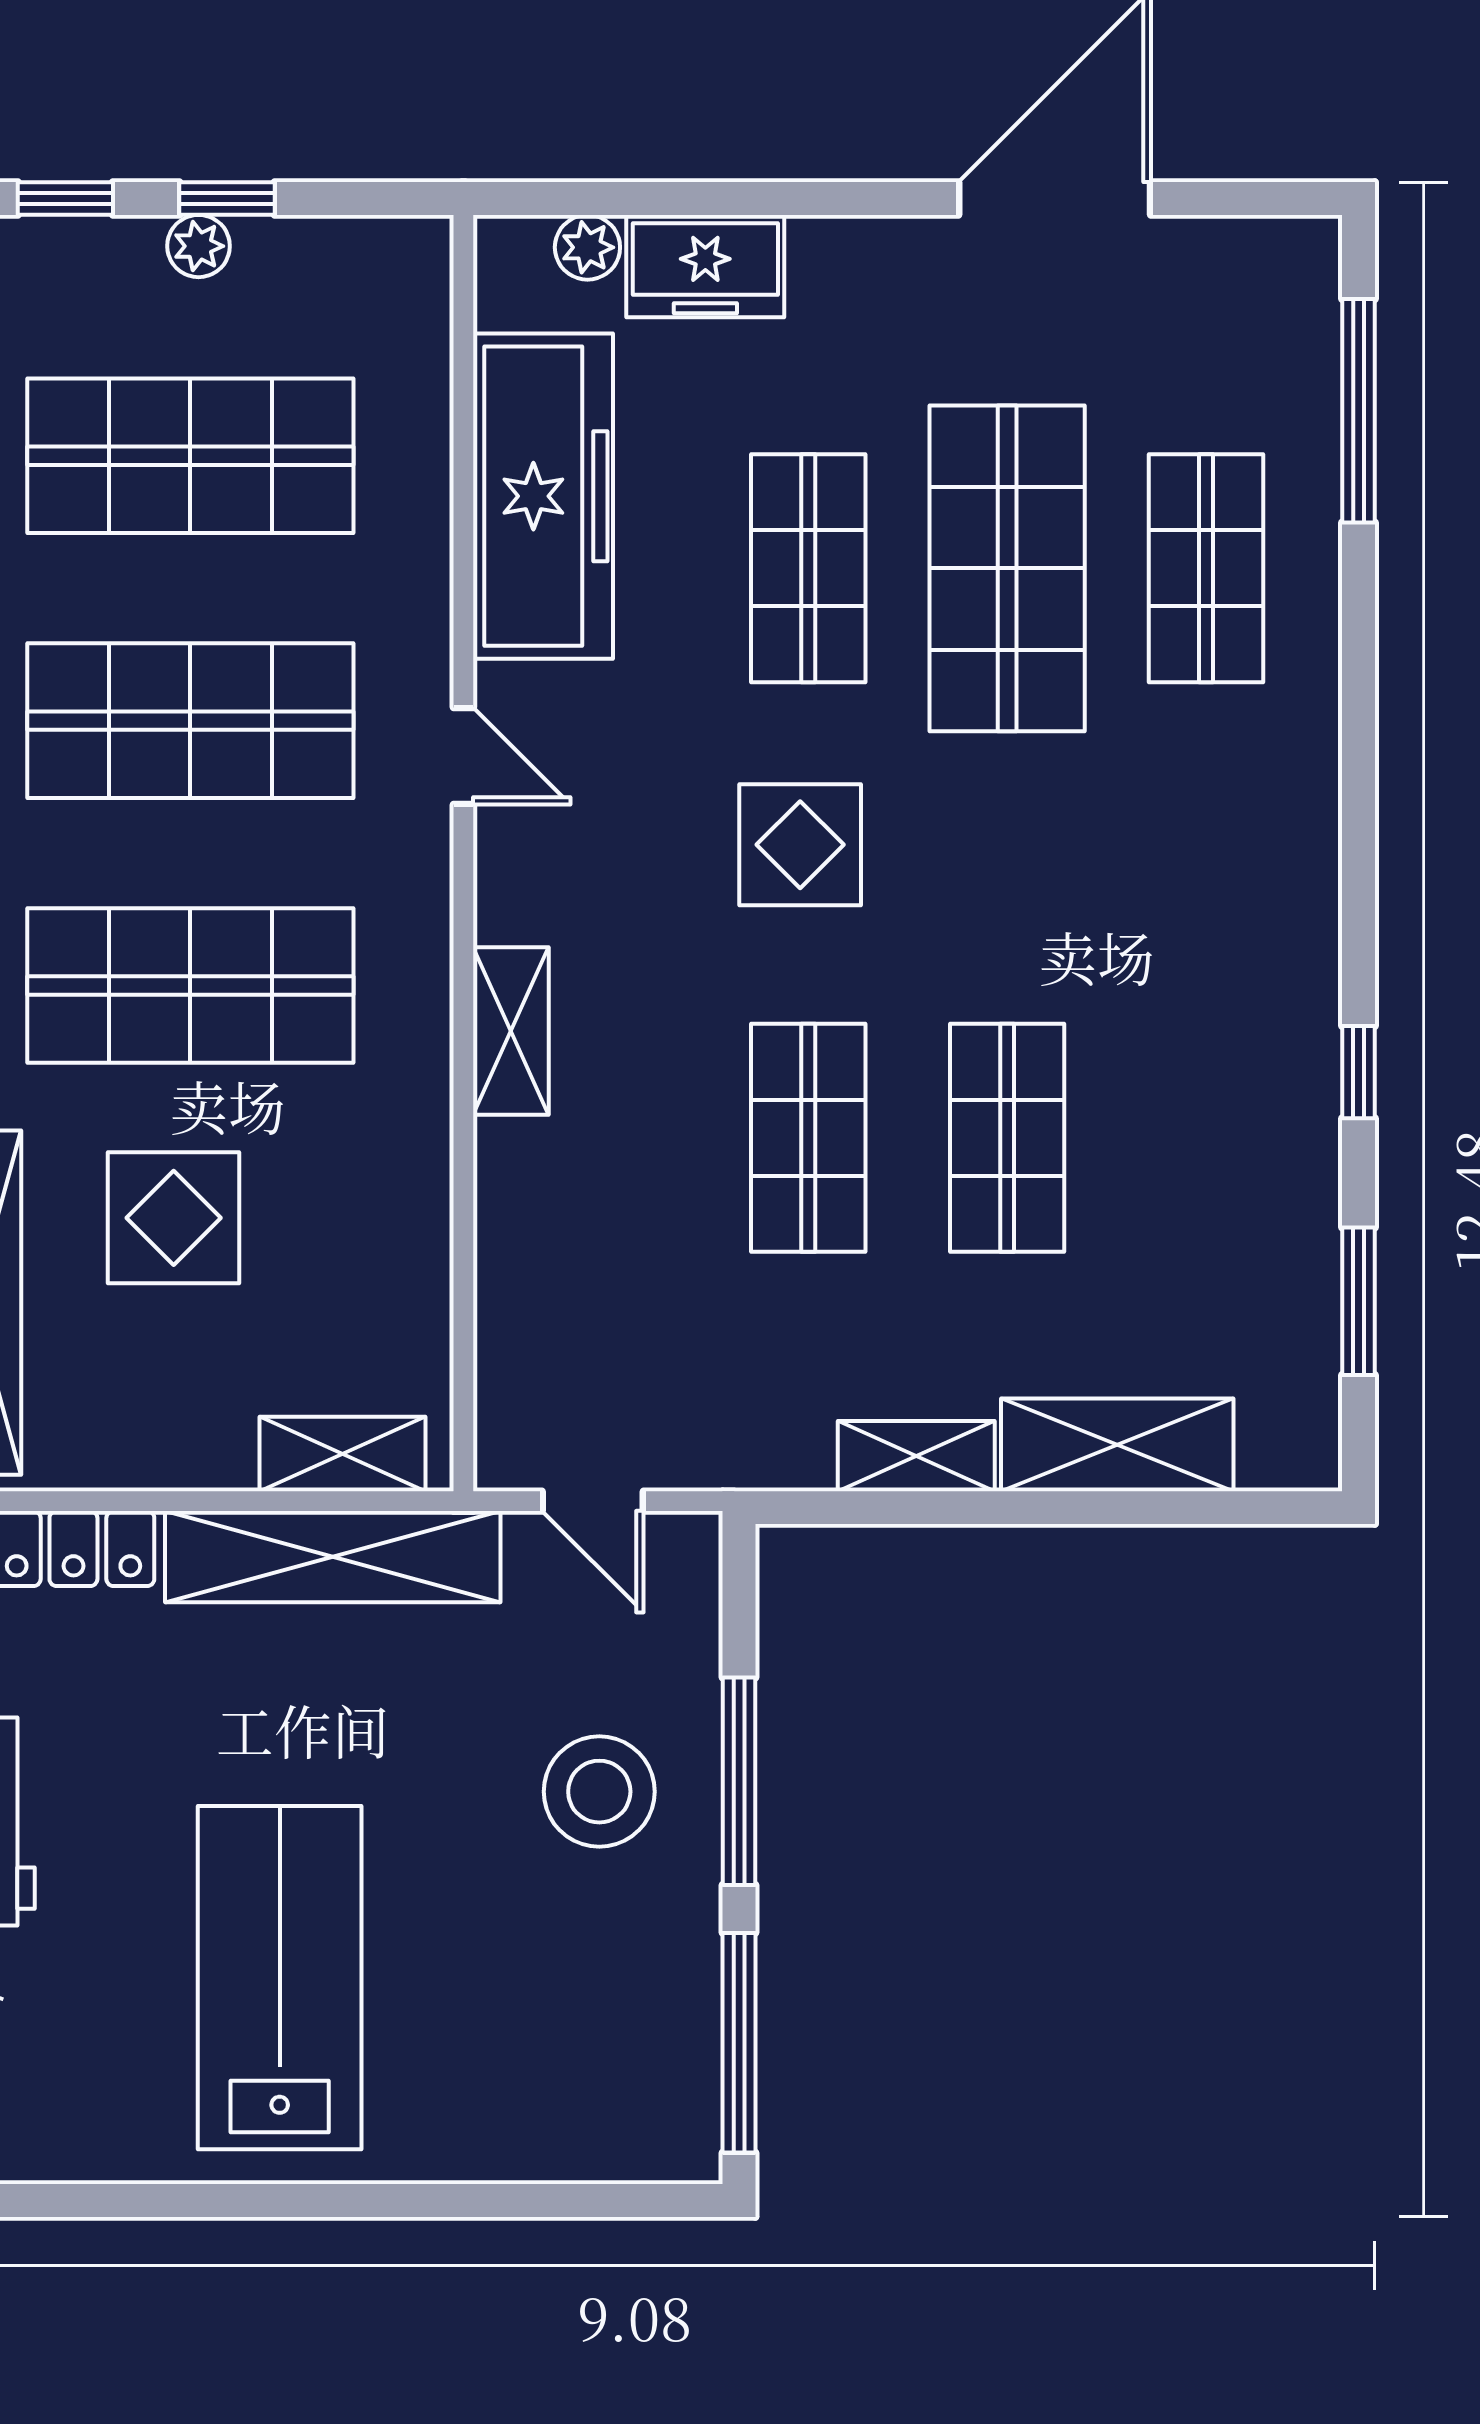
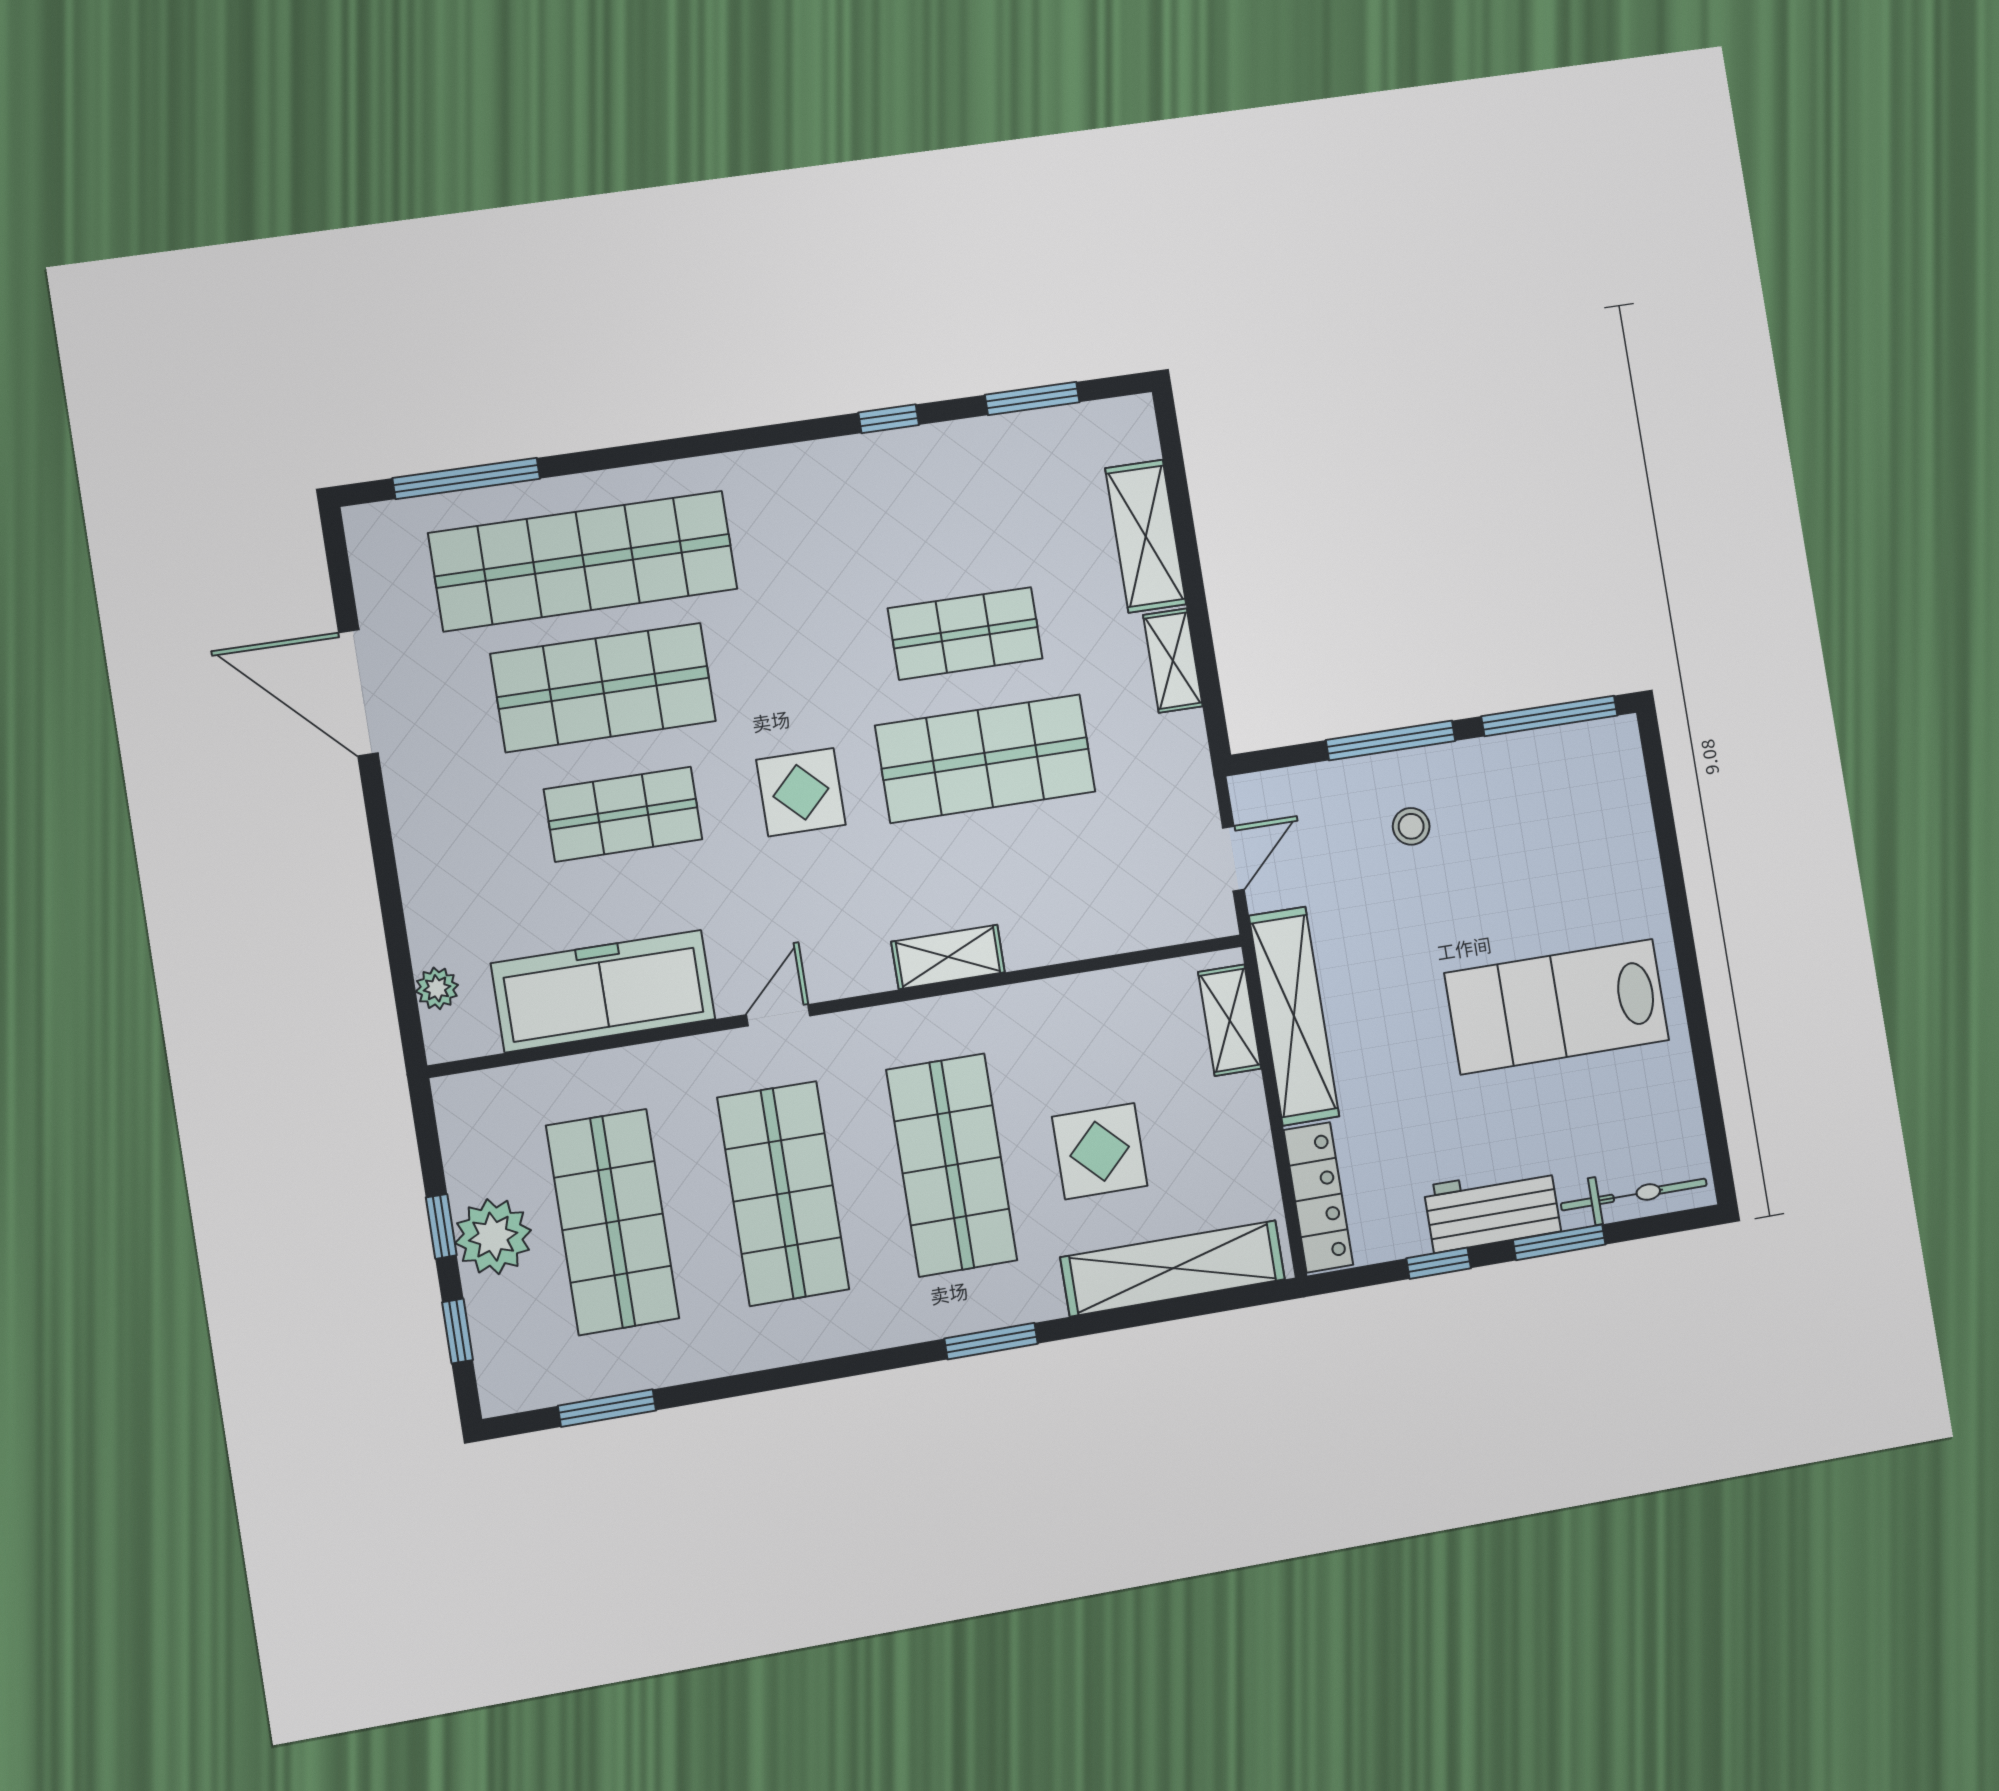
plant: (199, 246) -> (493, 1237), width x1.87, depth x1.87
freezer: (705, 266) -> (437, 911), removed
shop shelf: (1206, 568) -> (583, 561), width x2.00, depth x1.36
shop shelf: (808, 1138) -> (985, 759), width x1.43, depth x1.36
stool: (599, 1792) -> (1411, 826), width x0.53, depth x0.53

